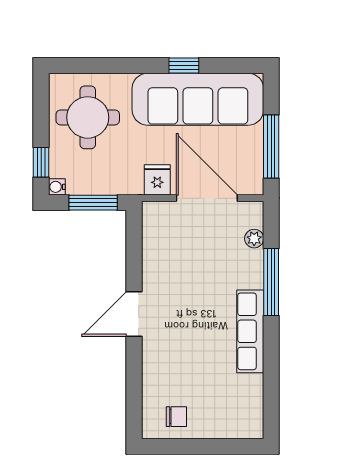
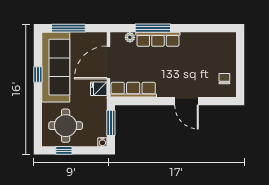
window: (271, 146) -> (68, 28), moved
window: (41, 162) -> (64, 150), moved
row of seats: (156, 245) -> (133, 90), added
door: (134, 314) -> (186, 101), moved
row of seats: (250, 331) -> (158, 39), moved

